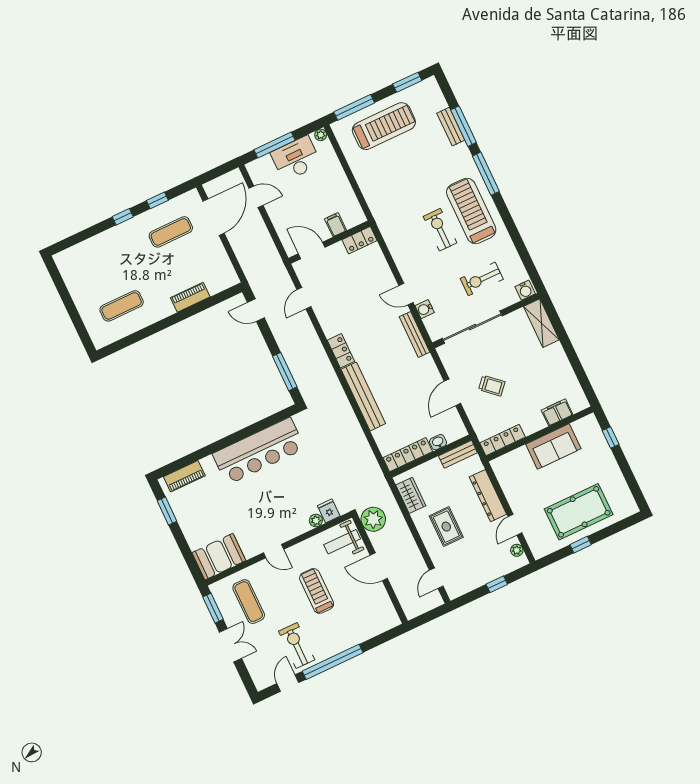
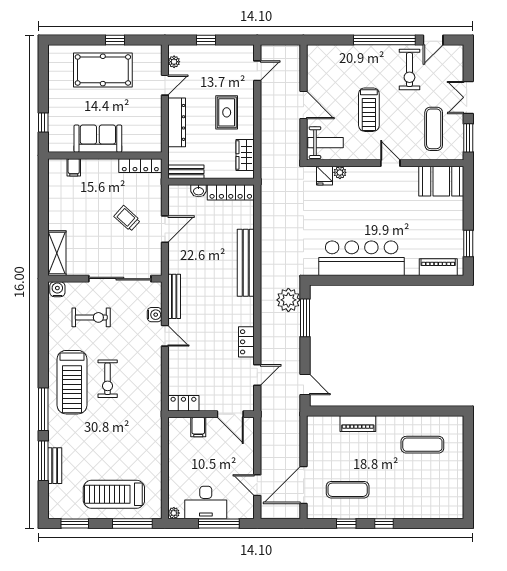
locker: (341, 351) -> (246, 342), moved
filing cabinet: (557, 412) -> (74, 167), width x0.50
plant: (373, 519) -> (288, 300), moved

